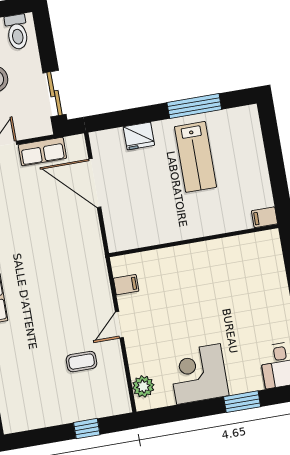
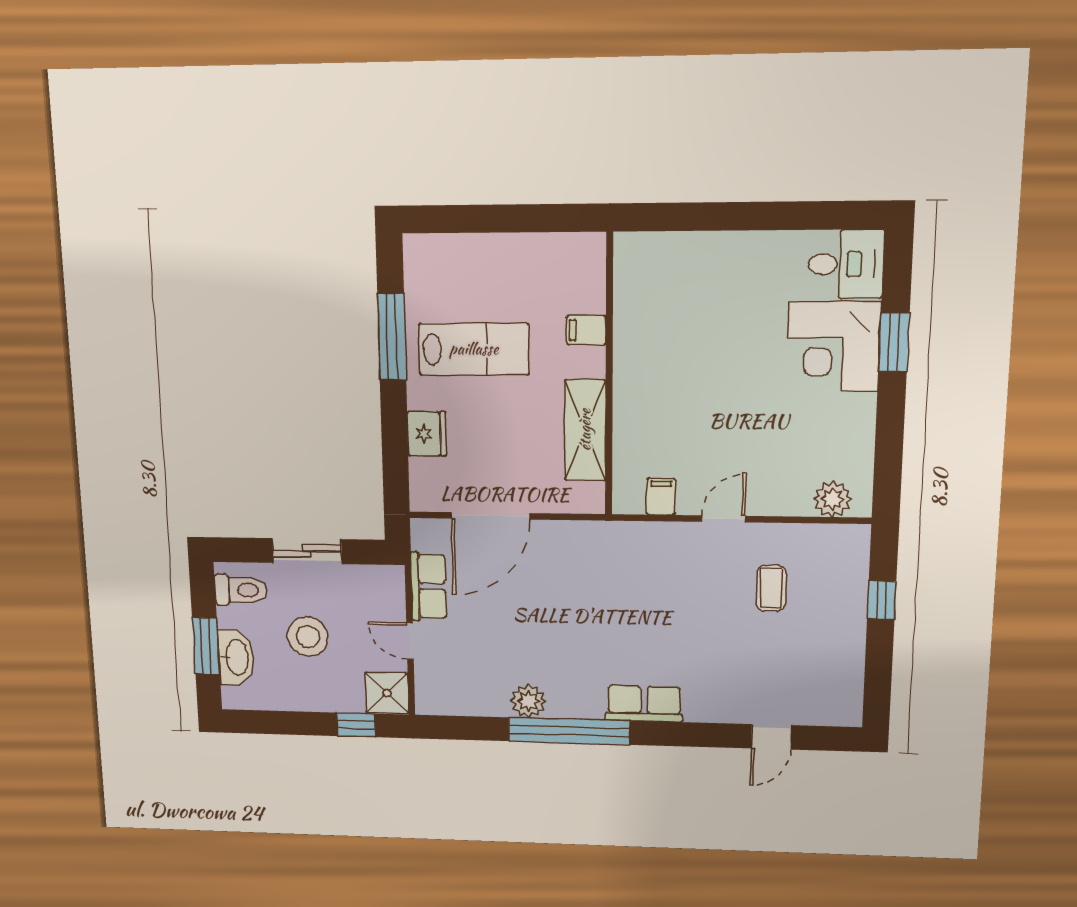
sliding door: (55, 94) -> (307, 551), moved
filing cabinet: (265, 217) -> (586, 330), moved, turned 90
shelving: (158, 232) -> (585, 430), added
door: (119, 325) -> (724, 519), swing flipped
corner desk: (198, 374) -> (834, 347), moved

